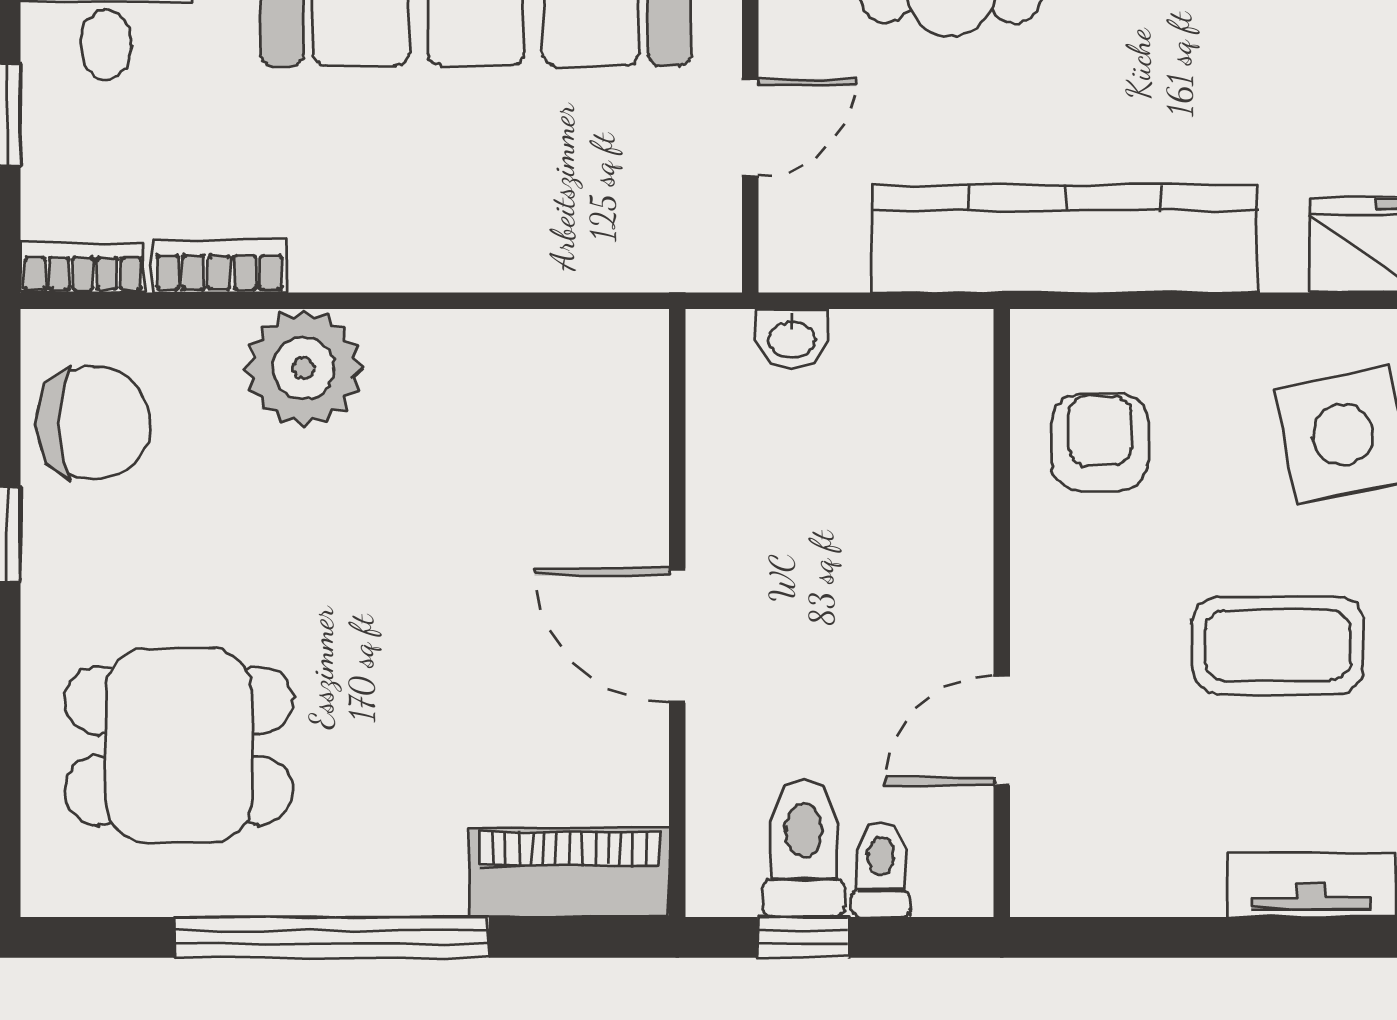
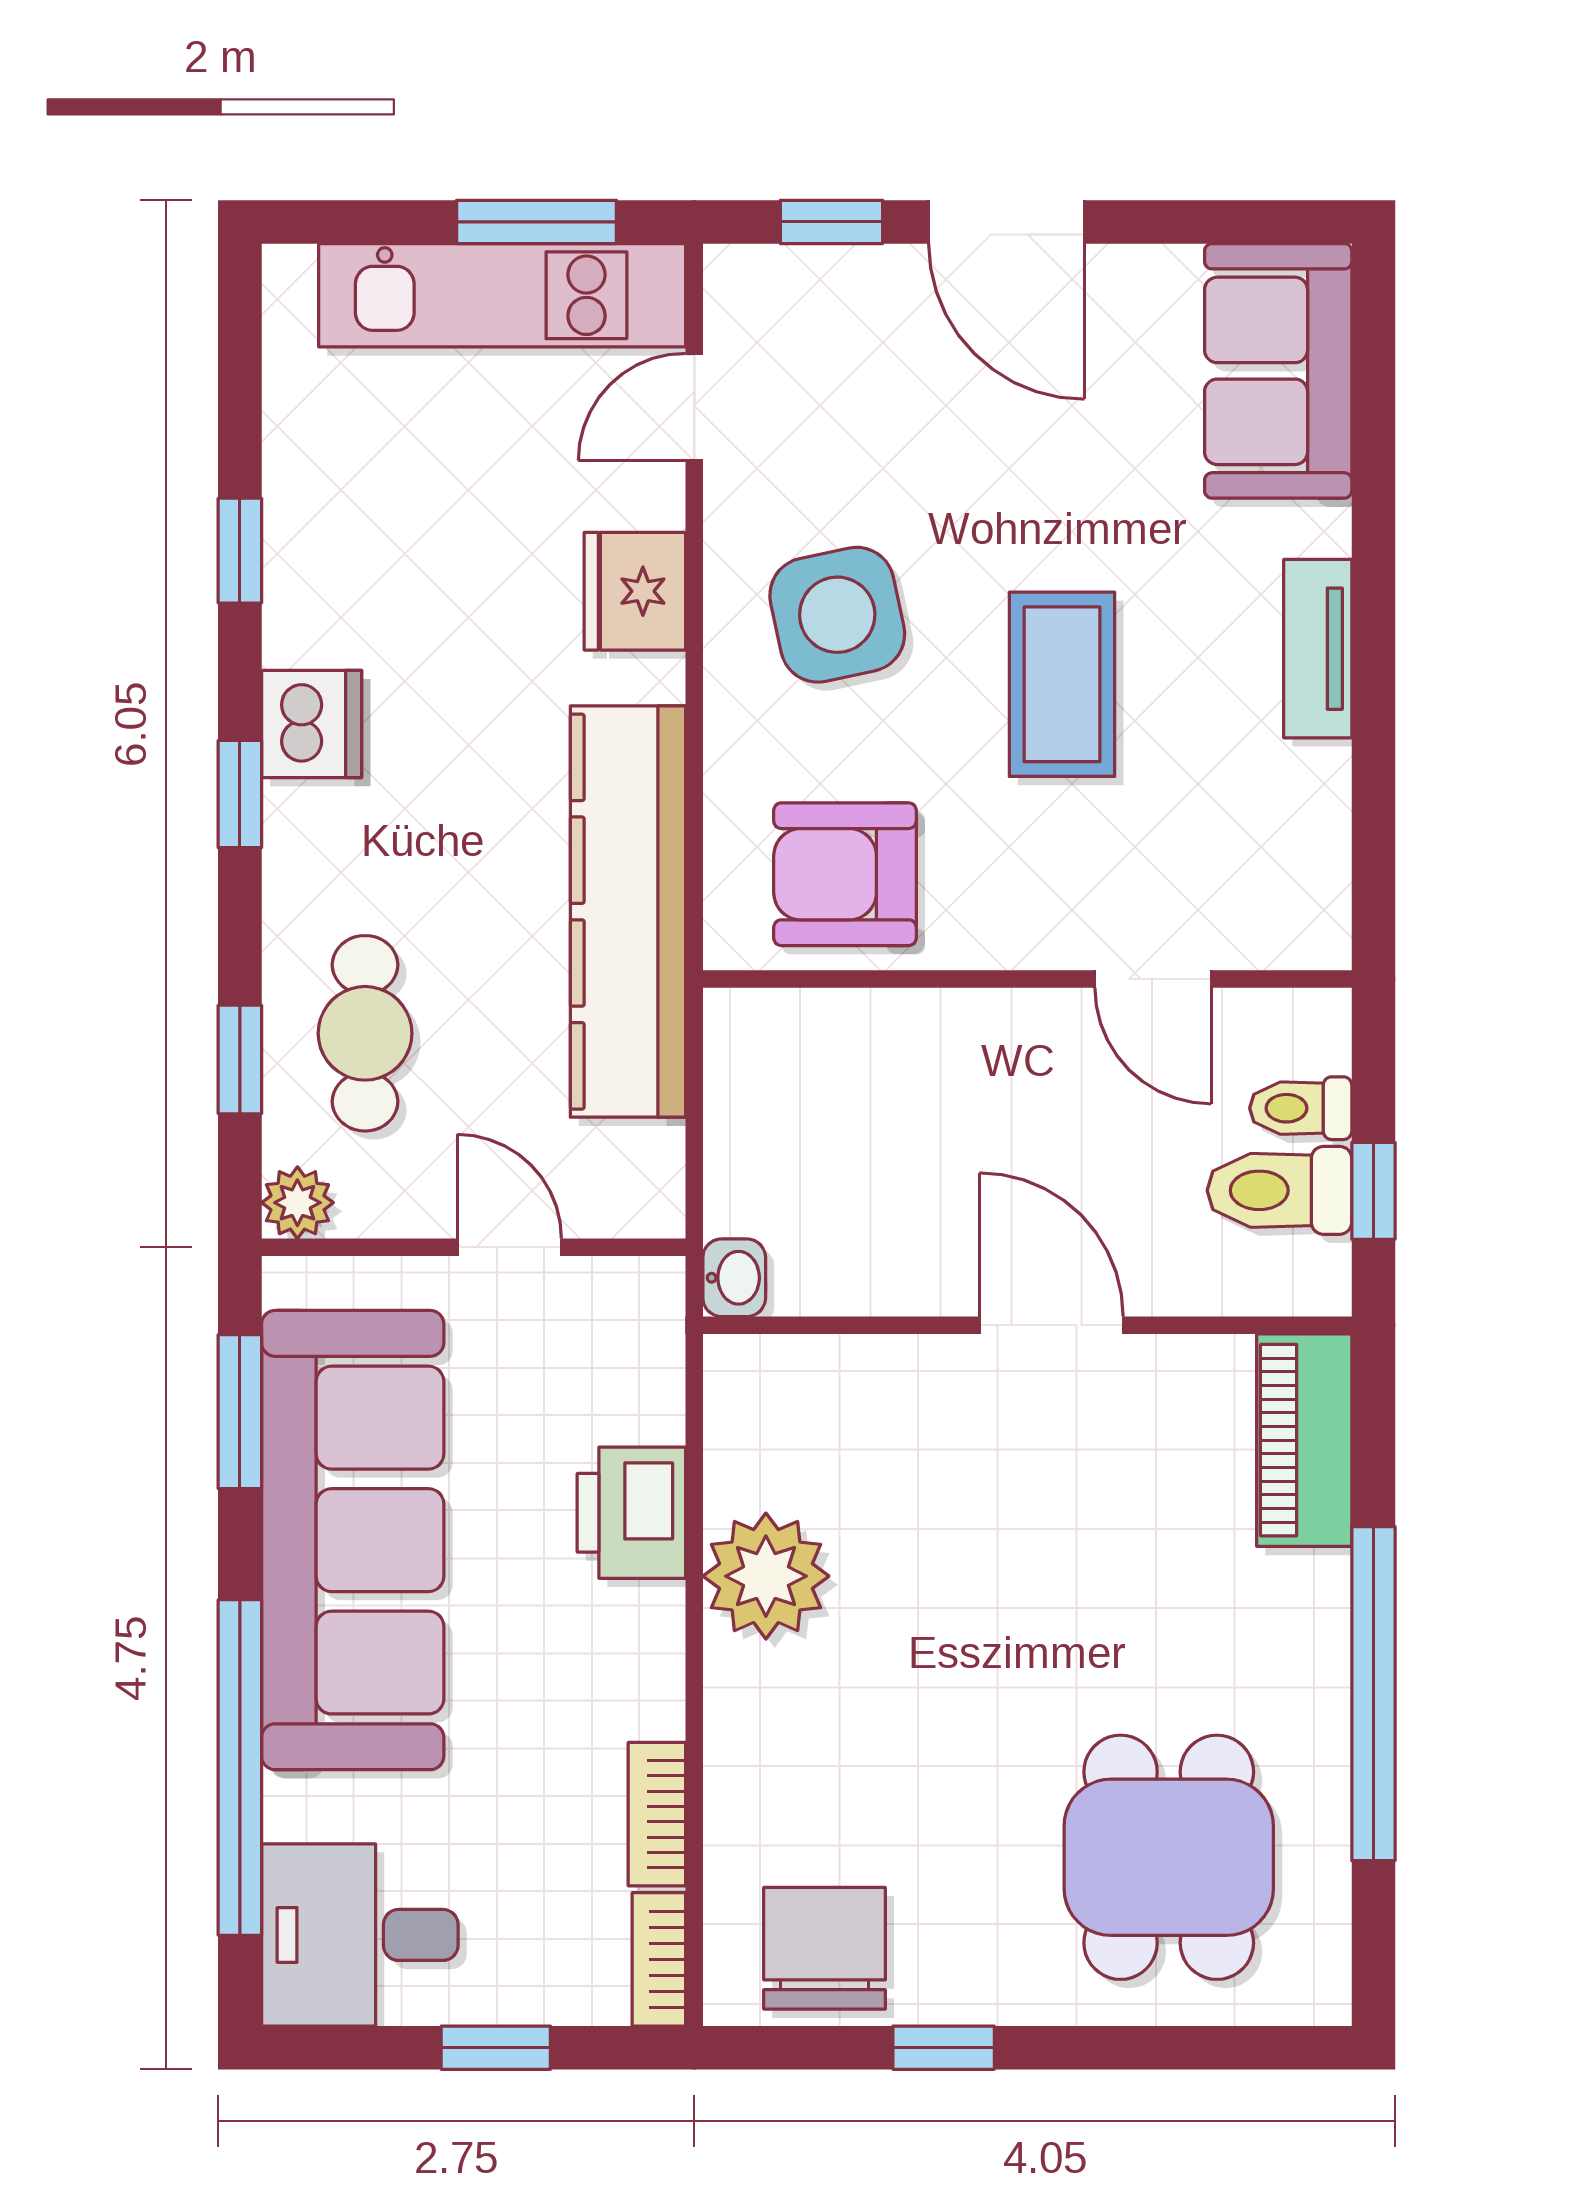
printer: (502, 242) -> (631, 1513), added
washbasin: (792, 338) -> (734, 1278), moved
plant: (304, 368) -> (766, 1576), moved
armchair: (1100, 442) -> (845, 874), width x1.38, depth x1.38
door: (677, 635) -> (1051, 1325), swing flipped

